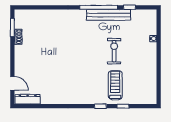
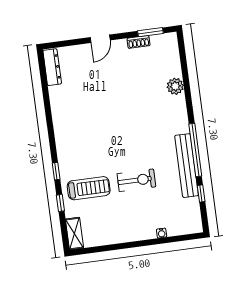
plant: (52, 15) -> (175, 86), added
door: (12, 83) -> (100, 39), moved
shelving: (146, 99) -> (74, 234), added

